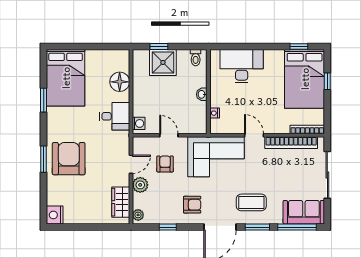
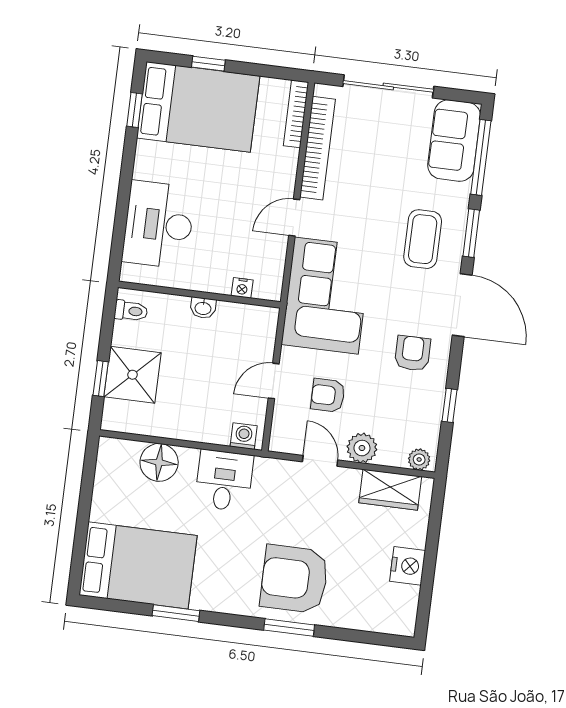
nightstand: (55, 215) -> (408, 566), moved, turned -90

